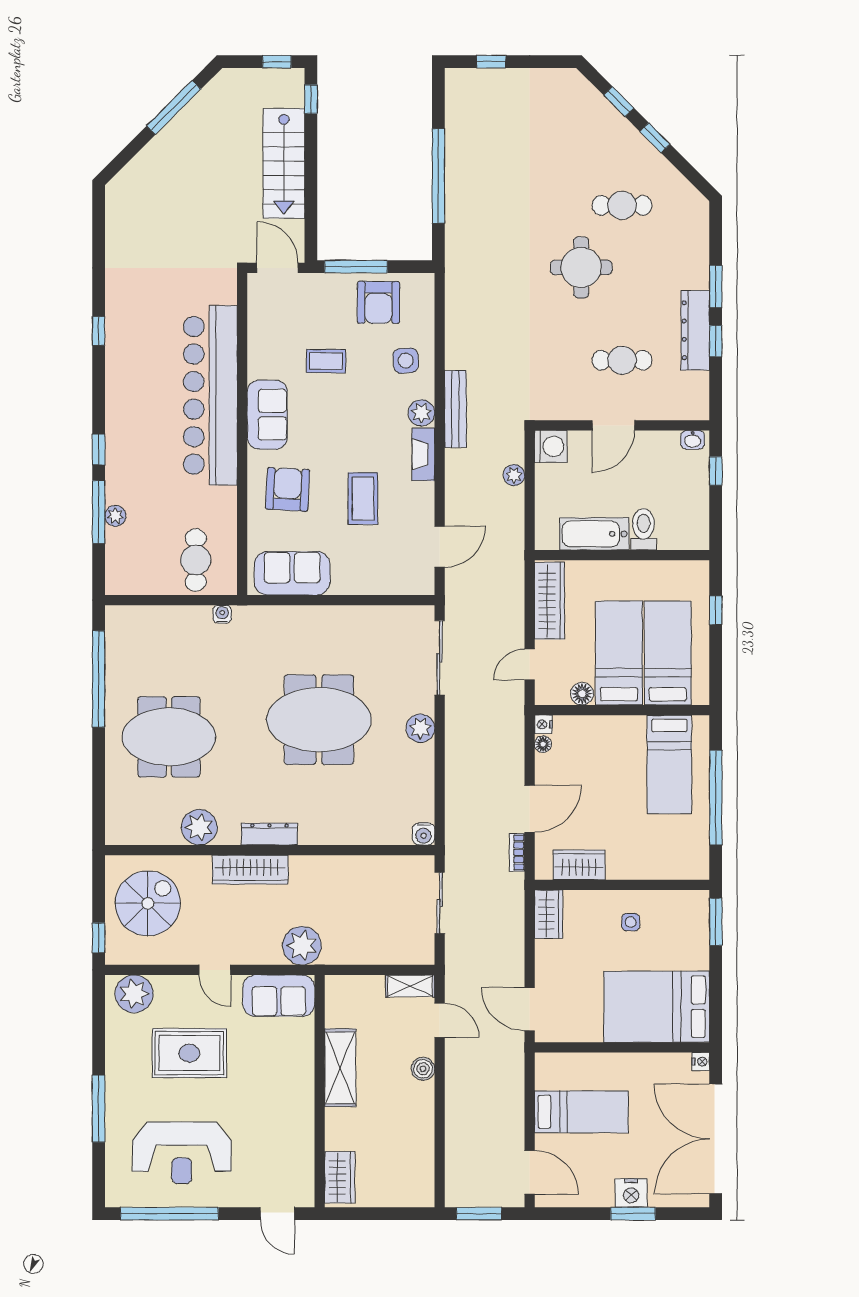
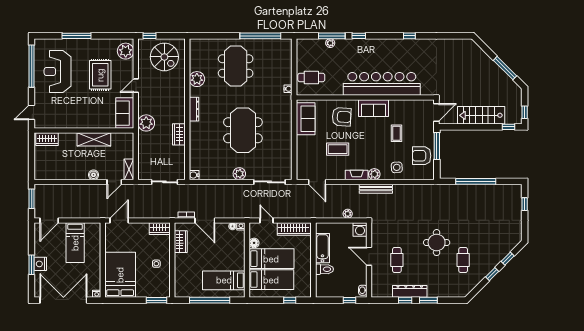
wardrobe: (250, 870) -> (179, 134), moved, width x0.67

